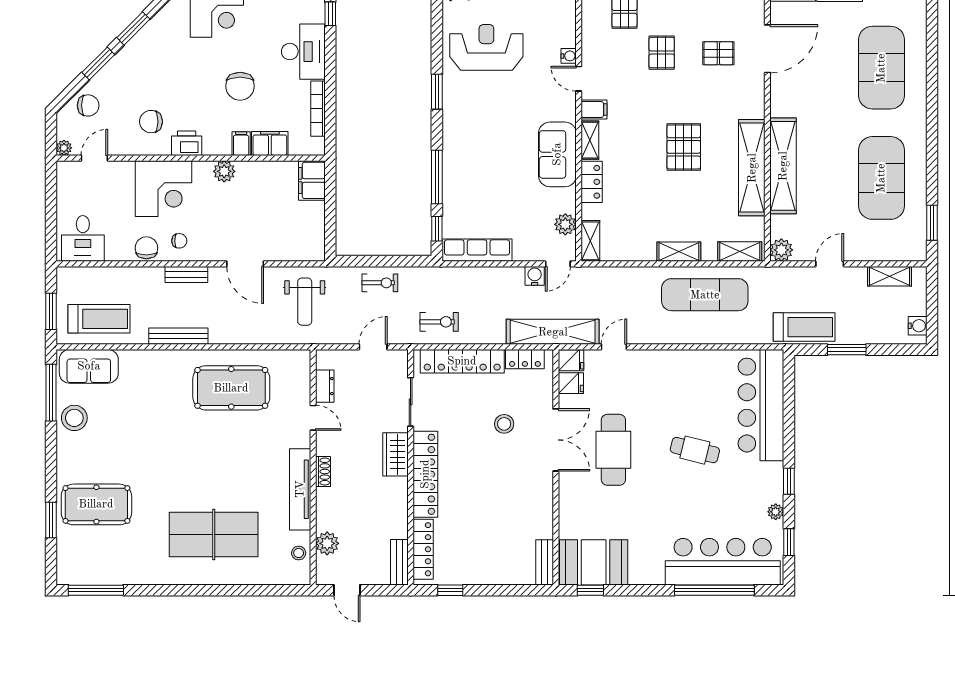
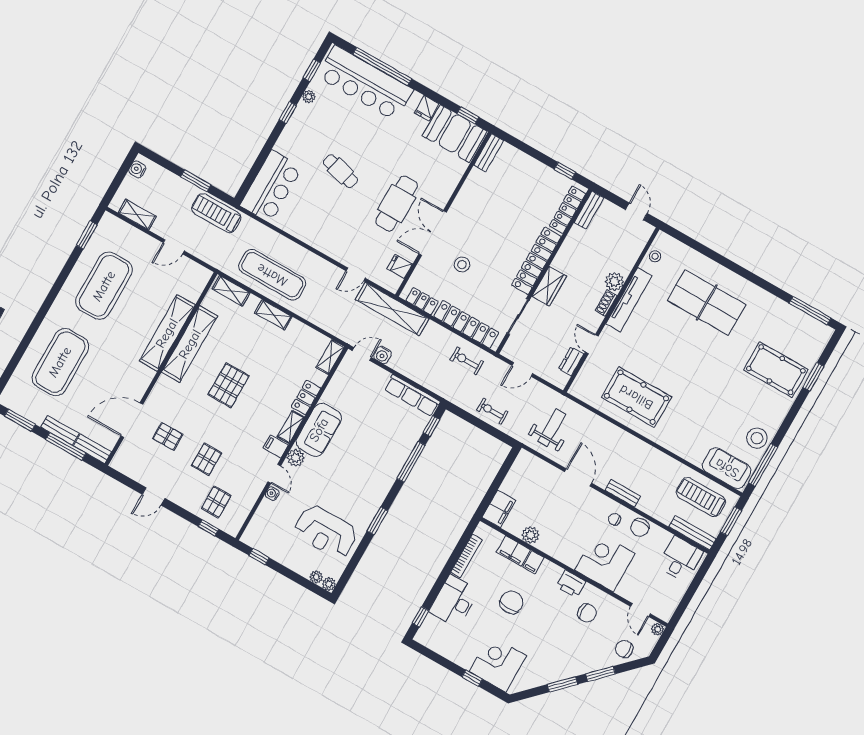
door: (94, 158) -> (641, 610), hinge flipped
plant: (224, 171) -> (530, 535), moved
plant: (565, 224) -> (296, 458), moved
plant: (781, 250) -> (202, 275), removed
bench: (178, 336) -> (693, 533), moved
fridge: (571, 360) -> (427, 108), moved, turned -90
bar counter: (761, 405) -> (271, 186), width x0.73
plant: (327, 543) -> (614, 282), moved

